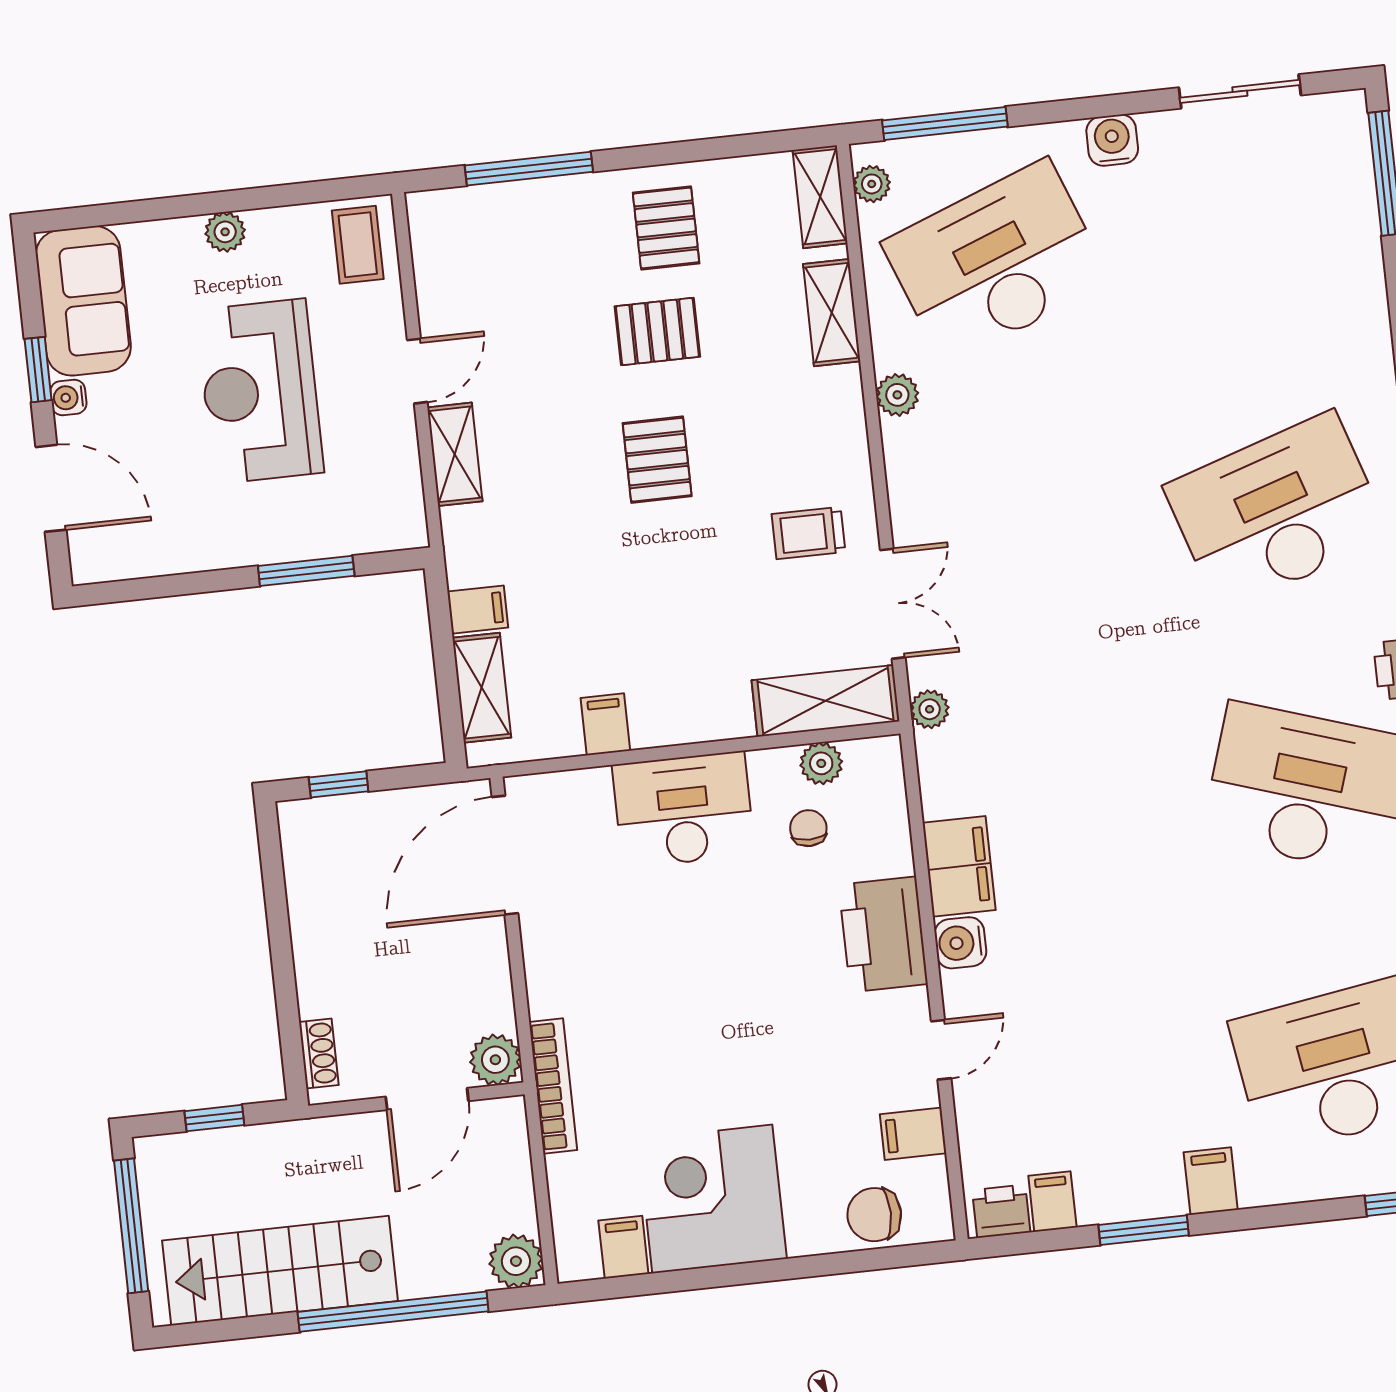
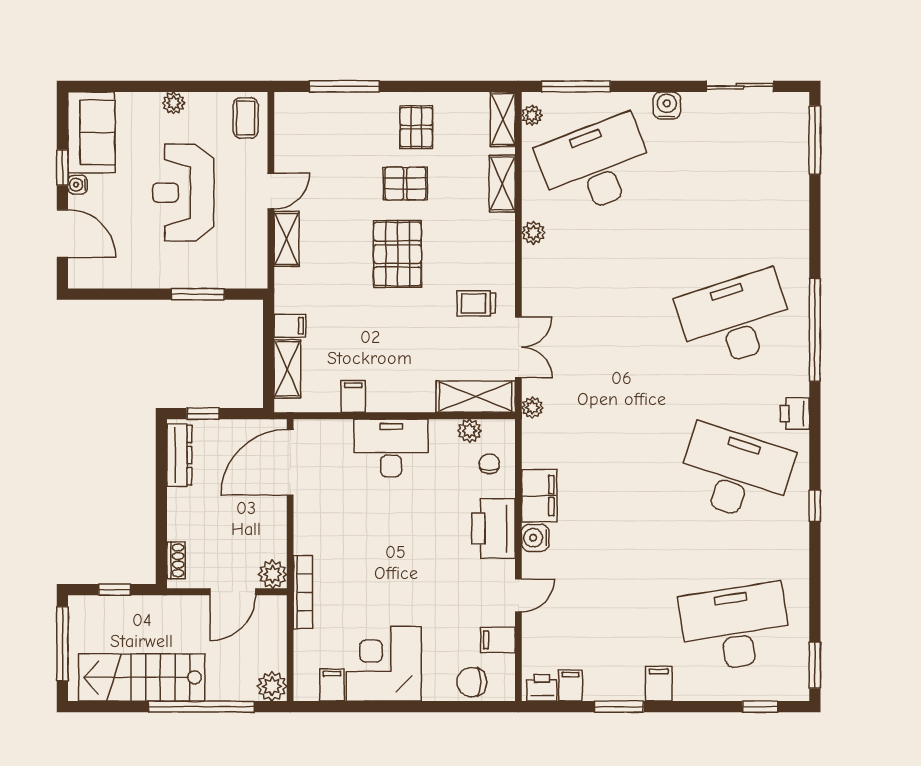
pallet: (657, 460) -> (397, 254), width x1.50, depth x1.42
chair: (808, 828) -> (489, 464), moved
dresser: (304, 864) -> (179, 455), added

